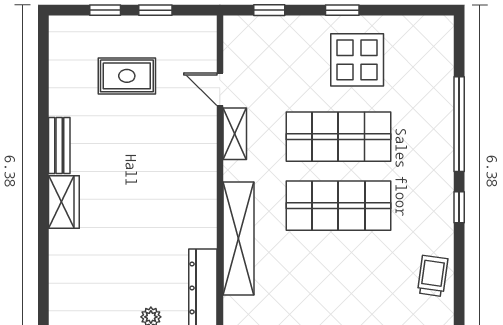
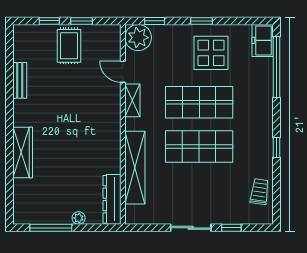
plant: (244, 36) -> (138, 38), added
freezer: (438, 41) -> (263, 40), added
rug: (127, 76) -> (69, 46), moved, turned 90
window: (459, 124) -> (277, 67), moved
bench: (59, 145) -> (20, 80), moved
wardrobe: (64, 202) -> (23, 153), width x1.50

